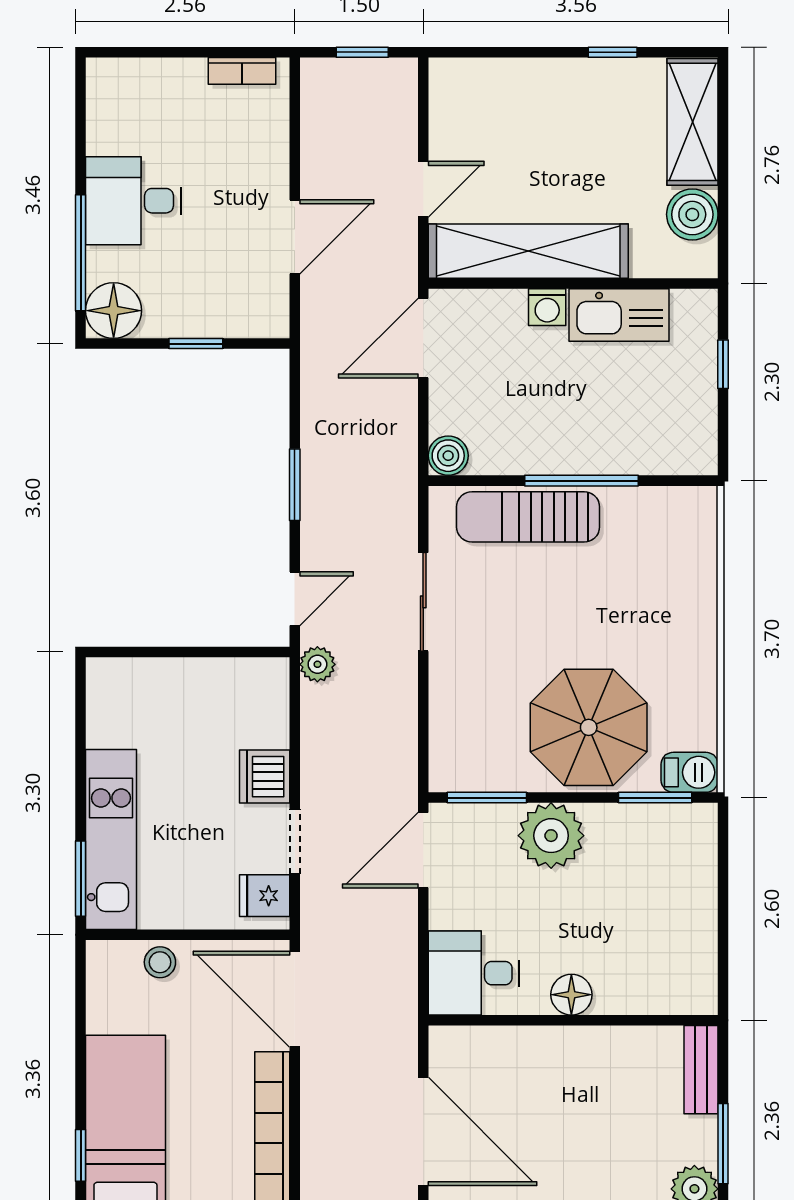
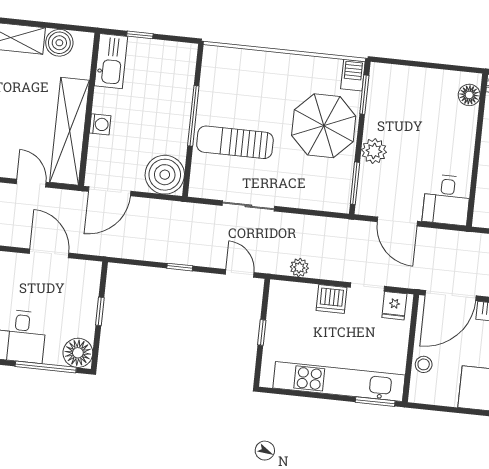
kitchen sink: (619, 315) -> (111, 61), moved
door: (423, 338) -> (110, 191), hinge flipped
boiler: (448, 456) -> (165, 175), width x1.86, depth x1.86
window: (295, 485) -> (180, 267), width x0.67
sun lounger: (528, 517) -> (235, 142), moved, turned 90
window: (188, 652) -> (262, 332), added
plant: (317, 664) -> (299, 268), moved
plant: (551, 836) -> (374, 151), width x0.73, depth x0.73
kitchen unit: (111, 839) -> (339, 382), width x1.36
door: (423, 850) -> (397, 222), moved
floor lamp: (571, 995) -> (469, 95), moved

